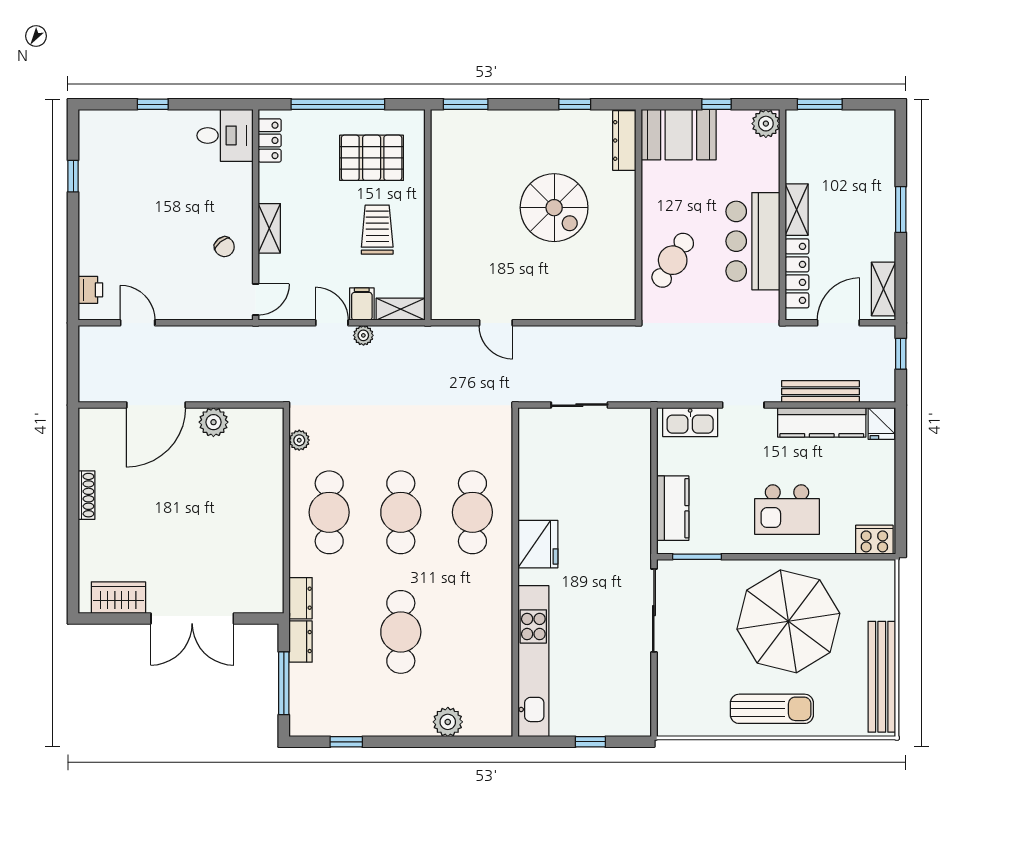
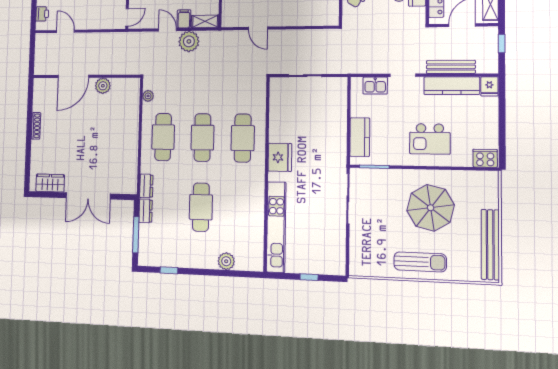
plant: (363, 335) -> (189, 41), width x1.88, depth x1.88
kitchen sink: (690, 422) -> (375, 86), width x0.73
parasol: (788, 621) -> (431, 208), width x0.73, depth x0.73

